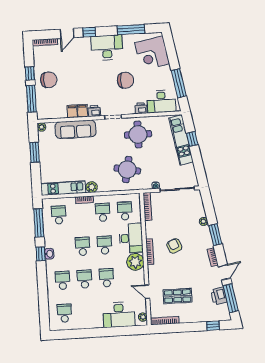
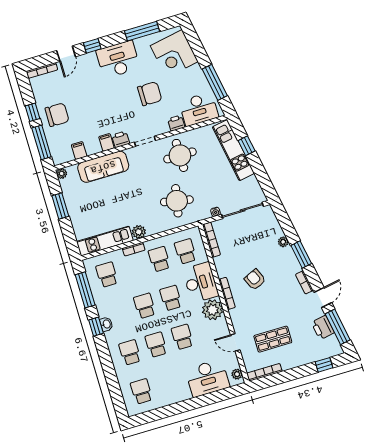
filing cabinet: (72, 111) -> (79, 151), moved

